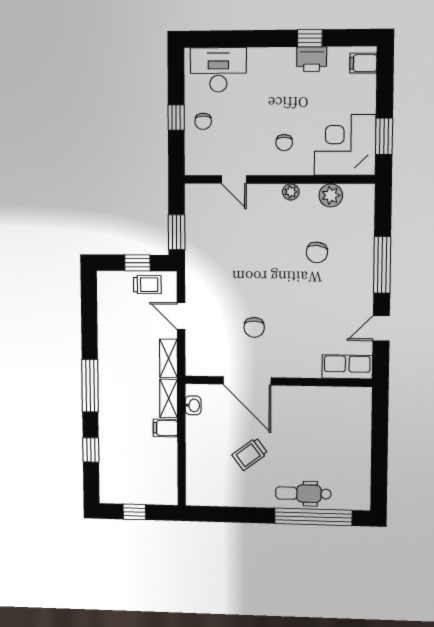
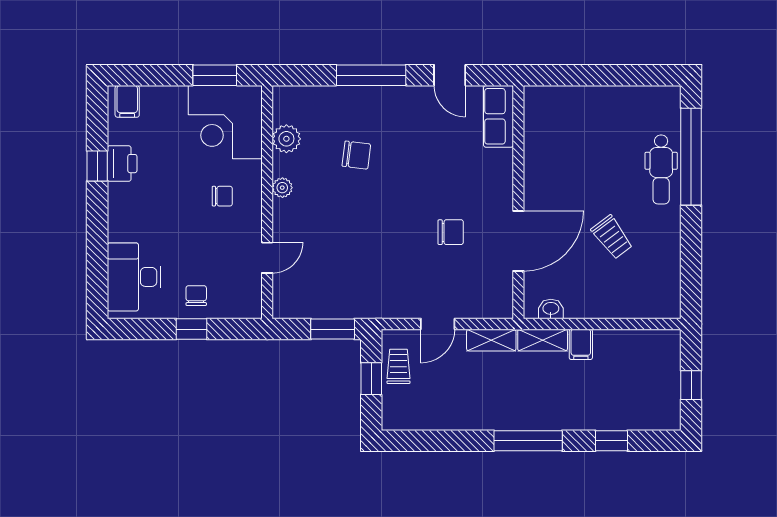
chair: (203, 121) -> (196, 296), turned -90

